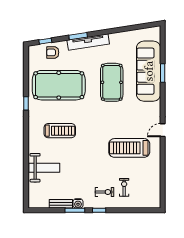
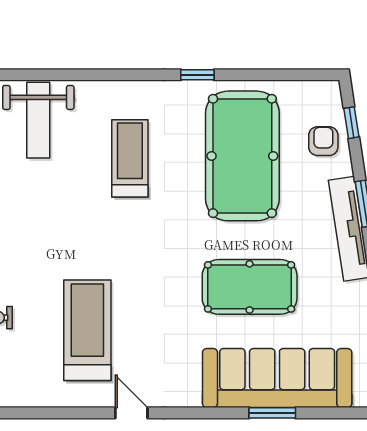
treadmill: (60, 131) -> (130, 158), turned 180

